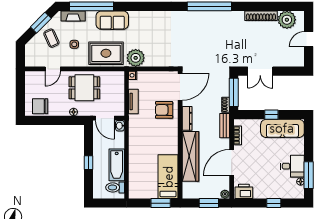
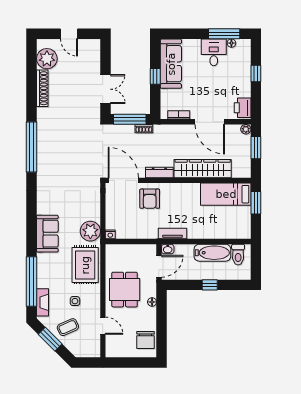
sofa: (112, 20) -> (47, 234), moved
tv unit: (133, 101) -> (172, 234), moved
bench: (225, 126) -> (168, 130), removed

